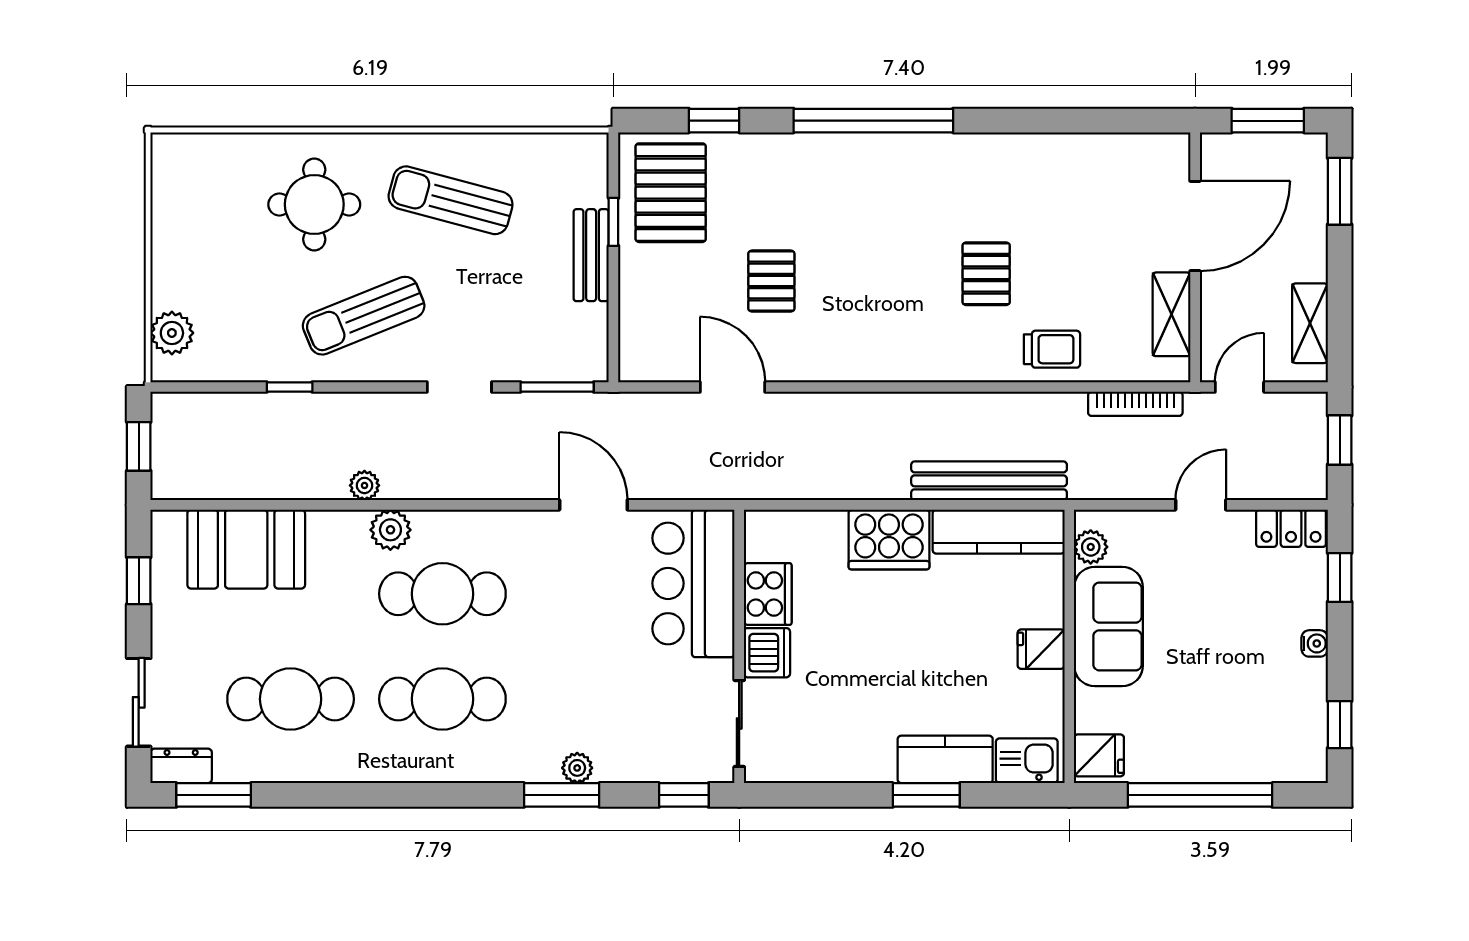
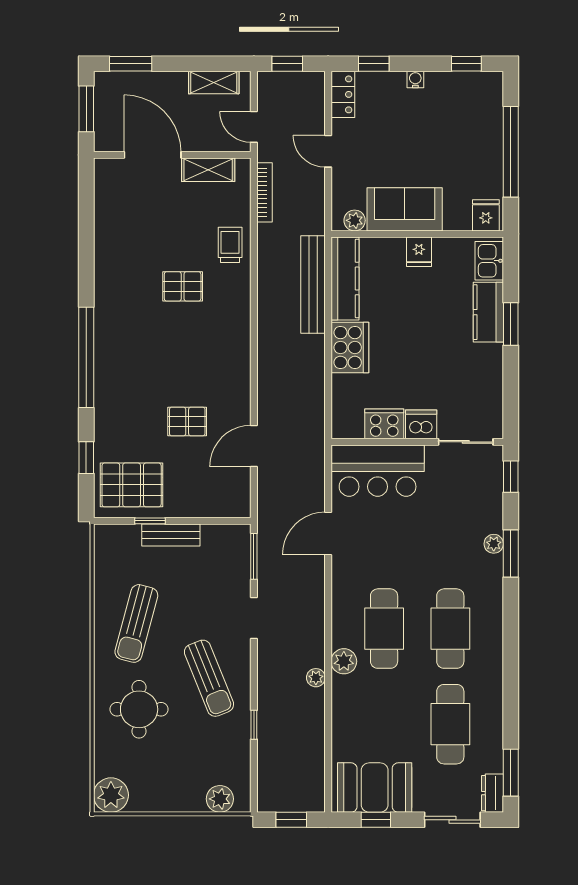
plant: (178, 160) -> (111, 795), added
booth: (246, 549) -> (375, 788), moved, turned 90

